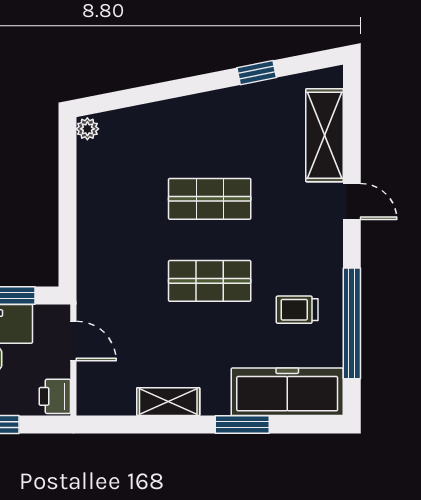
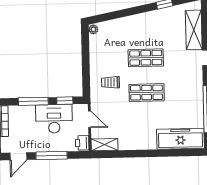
trolley: (297, 310) -> (111, 82), moved
shelving: (168, 402) -> (105, 145), moved
window: (242, 425) -> (162, 153), removed

